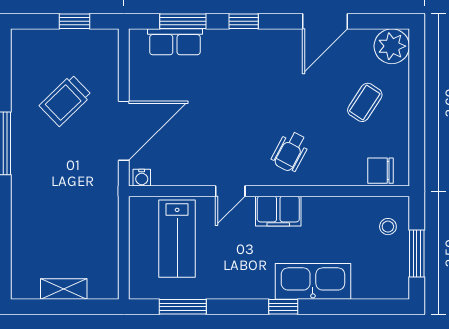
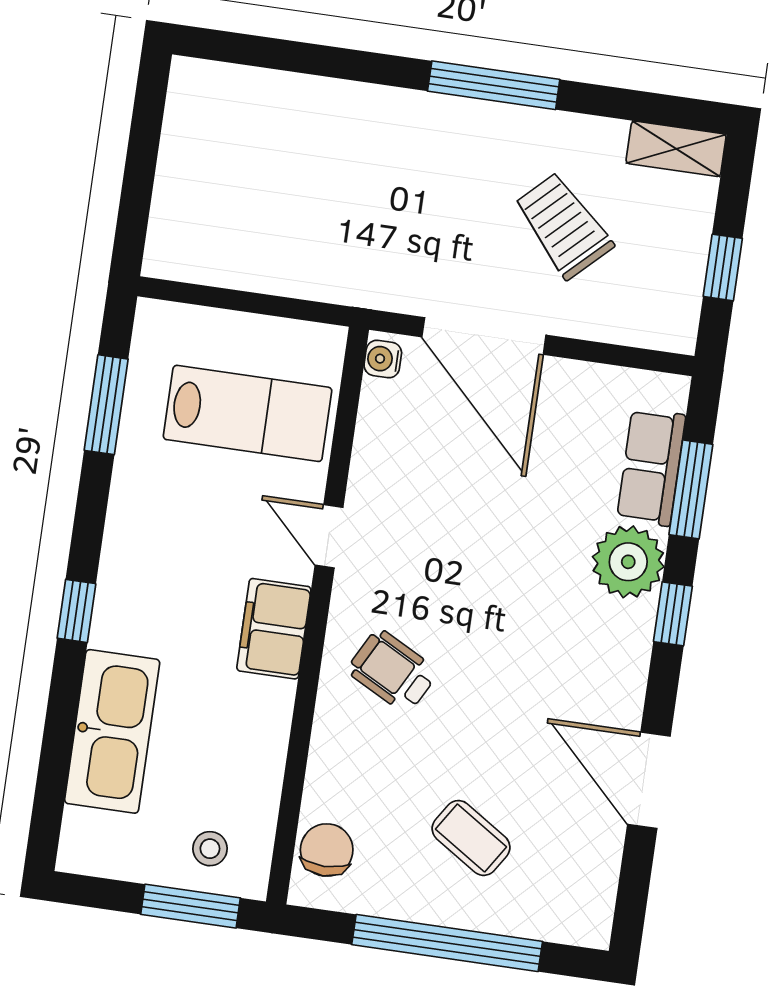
plant: (392, 46) -> (628, 562), moved
window: (417, 107) -> (447, 943), added
lab bench: (177, 239) -> (248, 413), turned 180
window: (417, 254) -> (190, 906), moved
kitchen sink: (313, 281) -> (112, 731), moved
shelving: (64, 289) -> (676, 149), moved, turned 90

